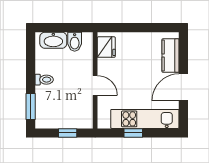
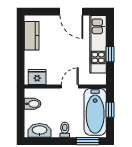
washbasin: (53, 40) -> (40, 130), moved, turned -90
kitchen counter: (171, 56) -> (32, 36), moved, turned -90
bathtub: (65, 115) -> (95, 112), added

